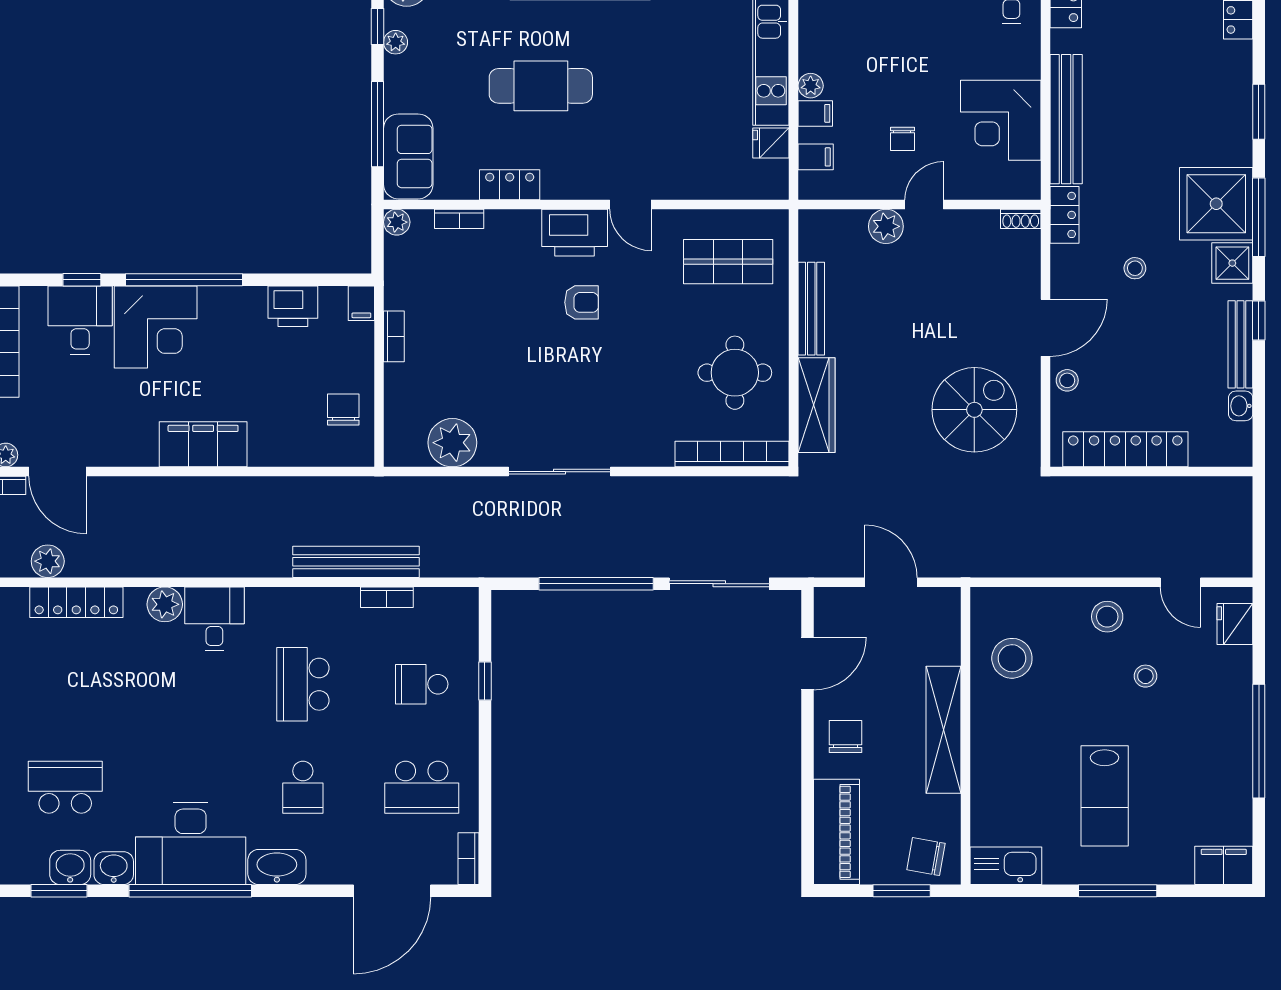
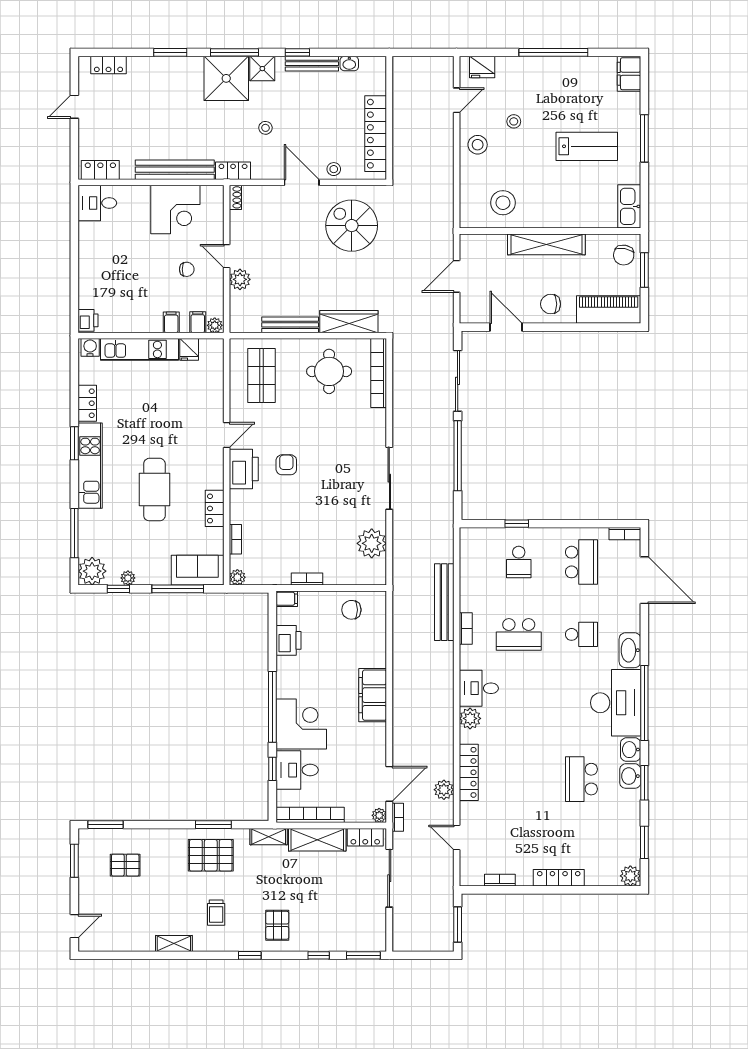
plant: (811, 86) -> (215, 325), moved
bookcase: (387, 597) -> (466, 628), moved

